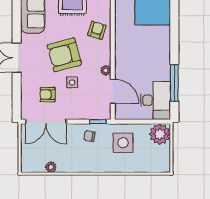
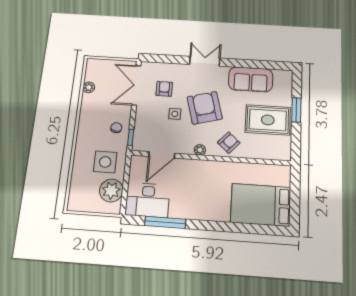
armchair: (97, 30) -> (229, 143), turned -65
plant: (106, 70) -> (200, 150), moved
plant: (160, 134) -> (111, 191), moved

